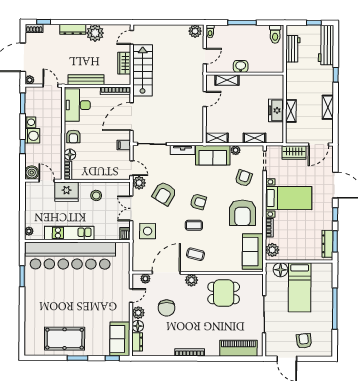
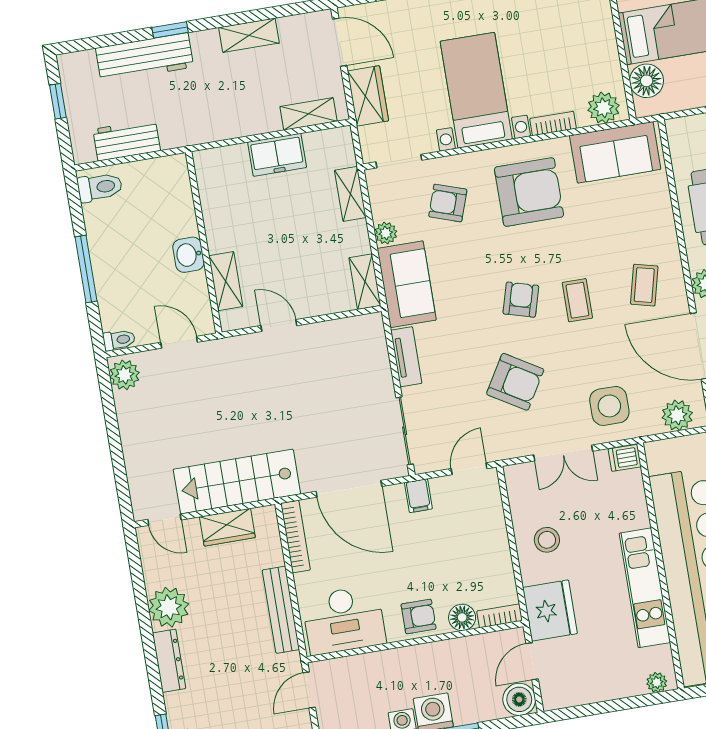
workbench: (326, 45) -> (145, 58), moved
shelving: (291, 111) -> (309, 114), moved
plant: (139, 183) -> (677, 415), moved

